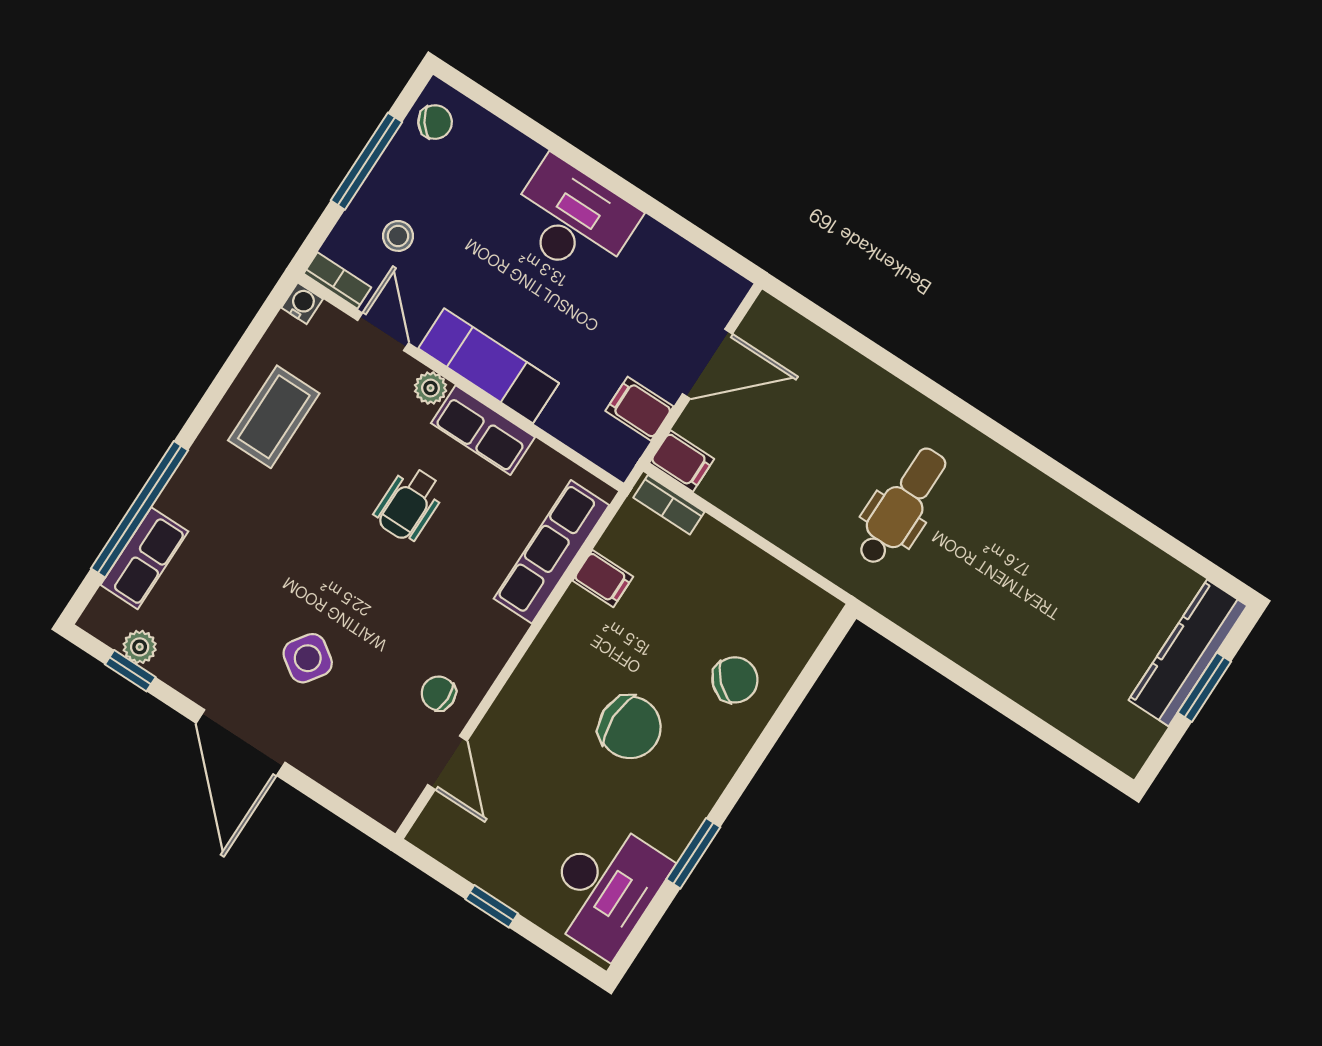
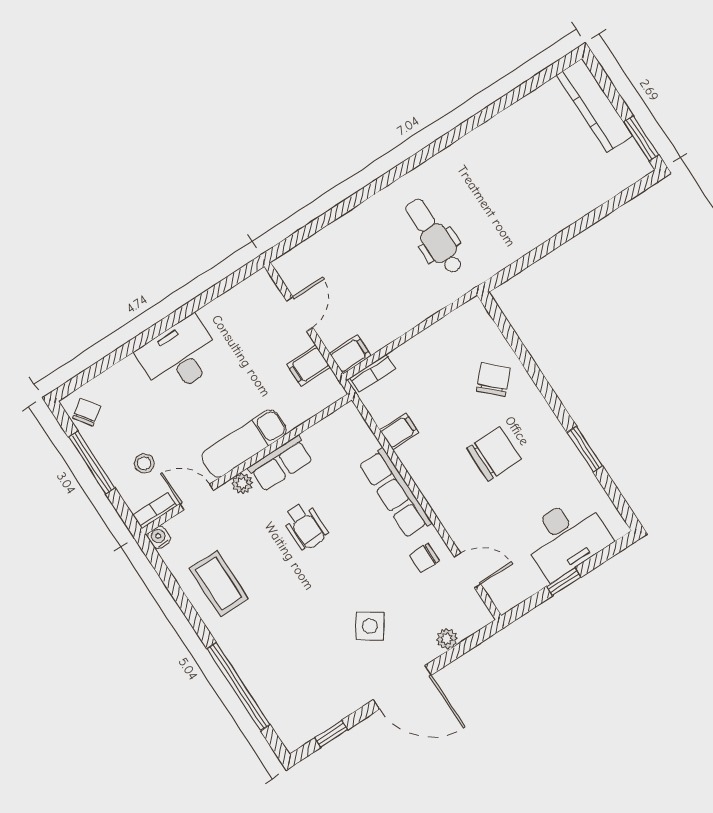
door: (707, 364) -> (300, 314), width x0.73
row of seats: (551, 552) -> (395, 493), moved
row of seats: (144, 558) -> (269, 696), removed
plant: (140, 647) -> (447, 639), moved
window: (1204, 687) -> (641, 138), moved
desk: (604, 888) -> (566, 537), moved, turned 90

